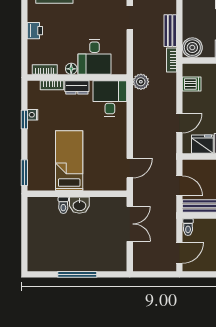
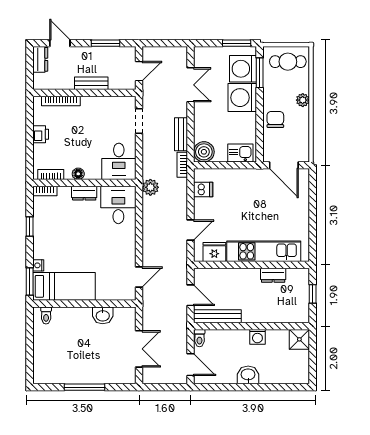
desk: (94, 57) -> (119, 161), moved
bookcase: (52, 85) -> (45, 191), moved
nightstand: (33, 115) -> (38, 265), moved
bed: (69, 161) -> (64, 286), moved, turned 90
toilet: (63, 205) -> (46, 315), moved
washbasin: (79, 205) -> (103, 315), moved
double door: (130, 224) -> (139, 349), moved
door: (179, 253) -> (190, 365), hinge flipped

